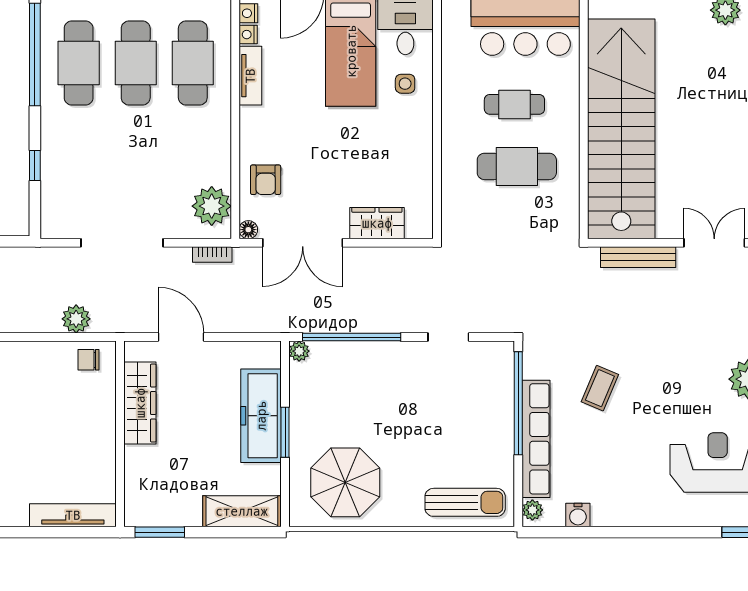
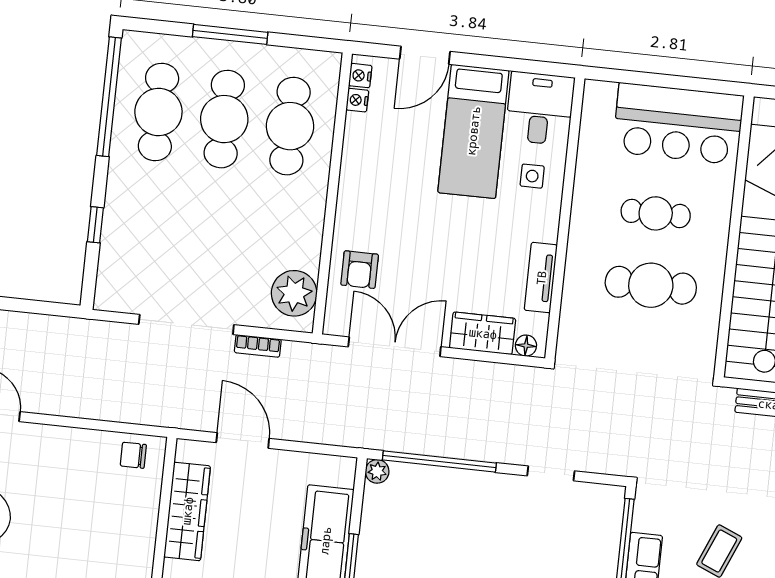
tv unit: (250, 76) -> (541, 278), moved, turned 180
floor lamp: (248, 230) -> (526, 346), moved
double door: (303, 243) -> (395, 347), swing flipped
bookcase: (212, 254) -> (258, 346), moved
plant: (76, 319) -> (124, 407), removed

